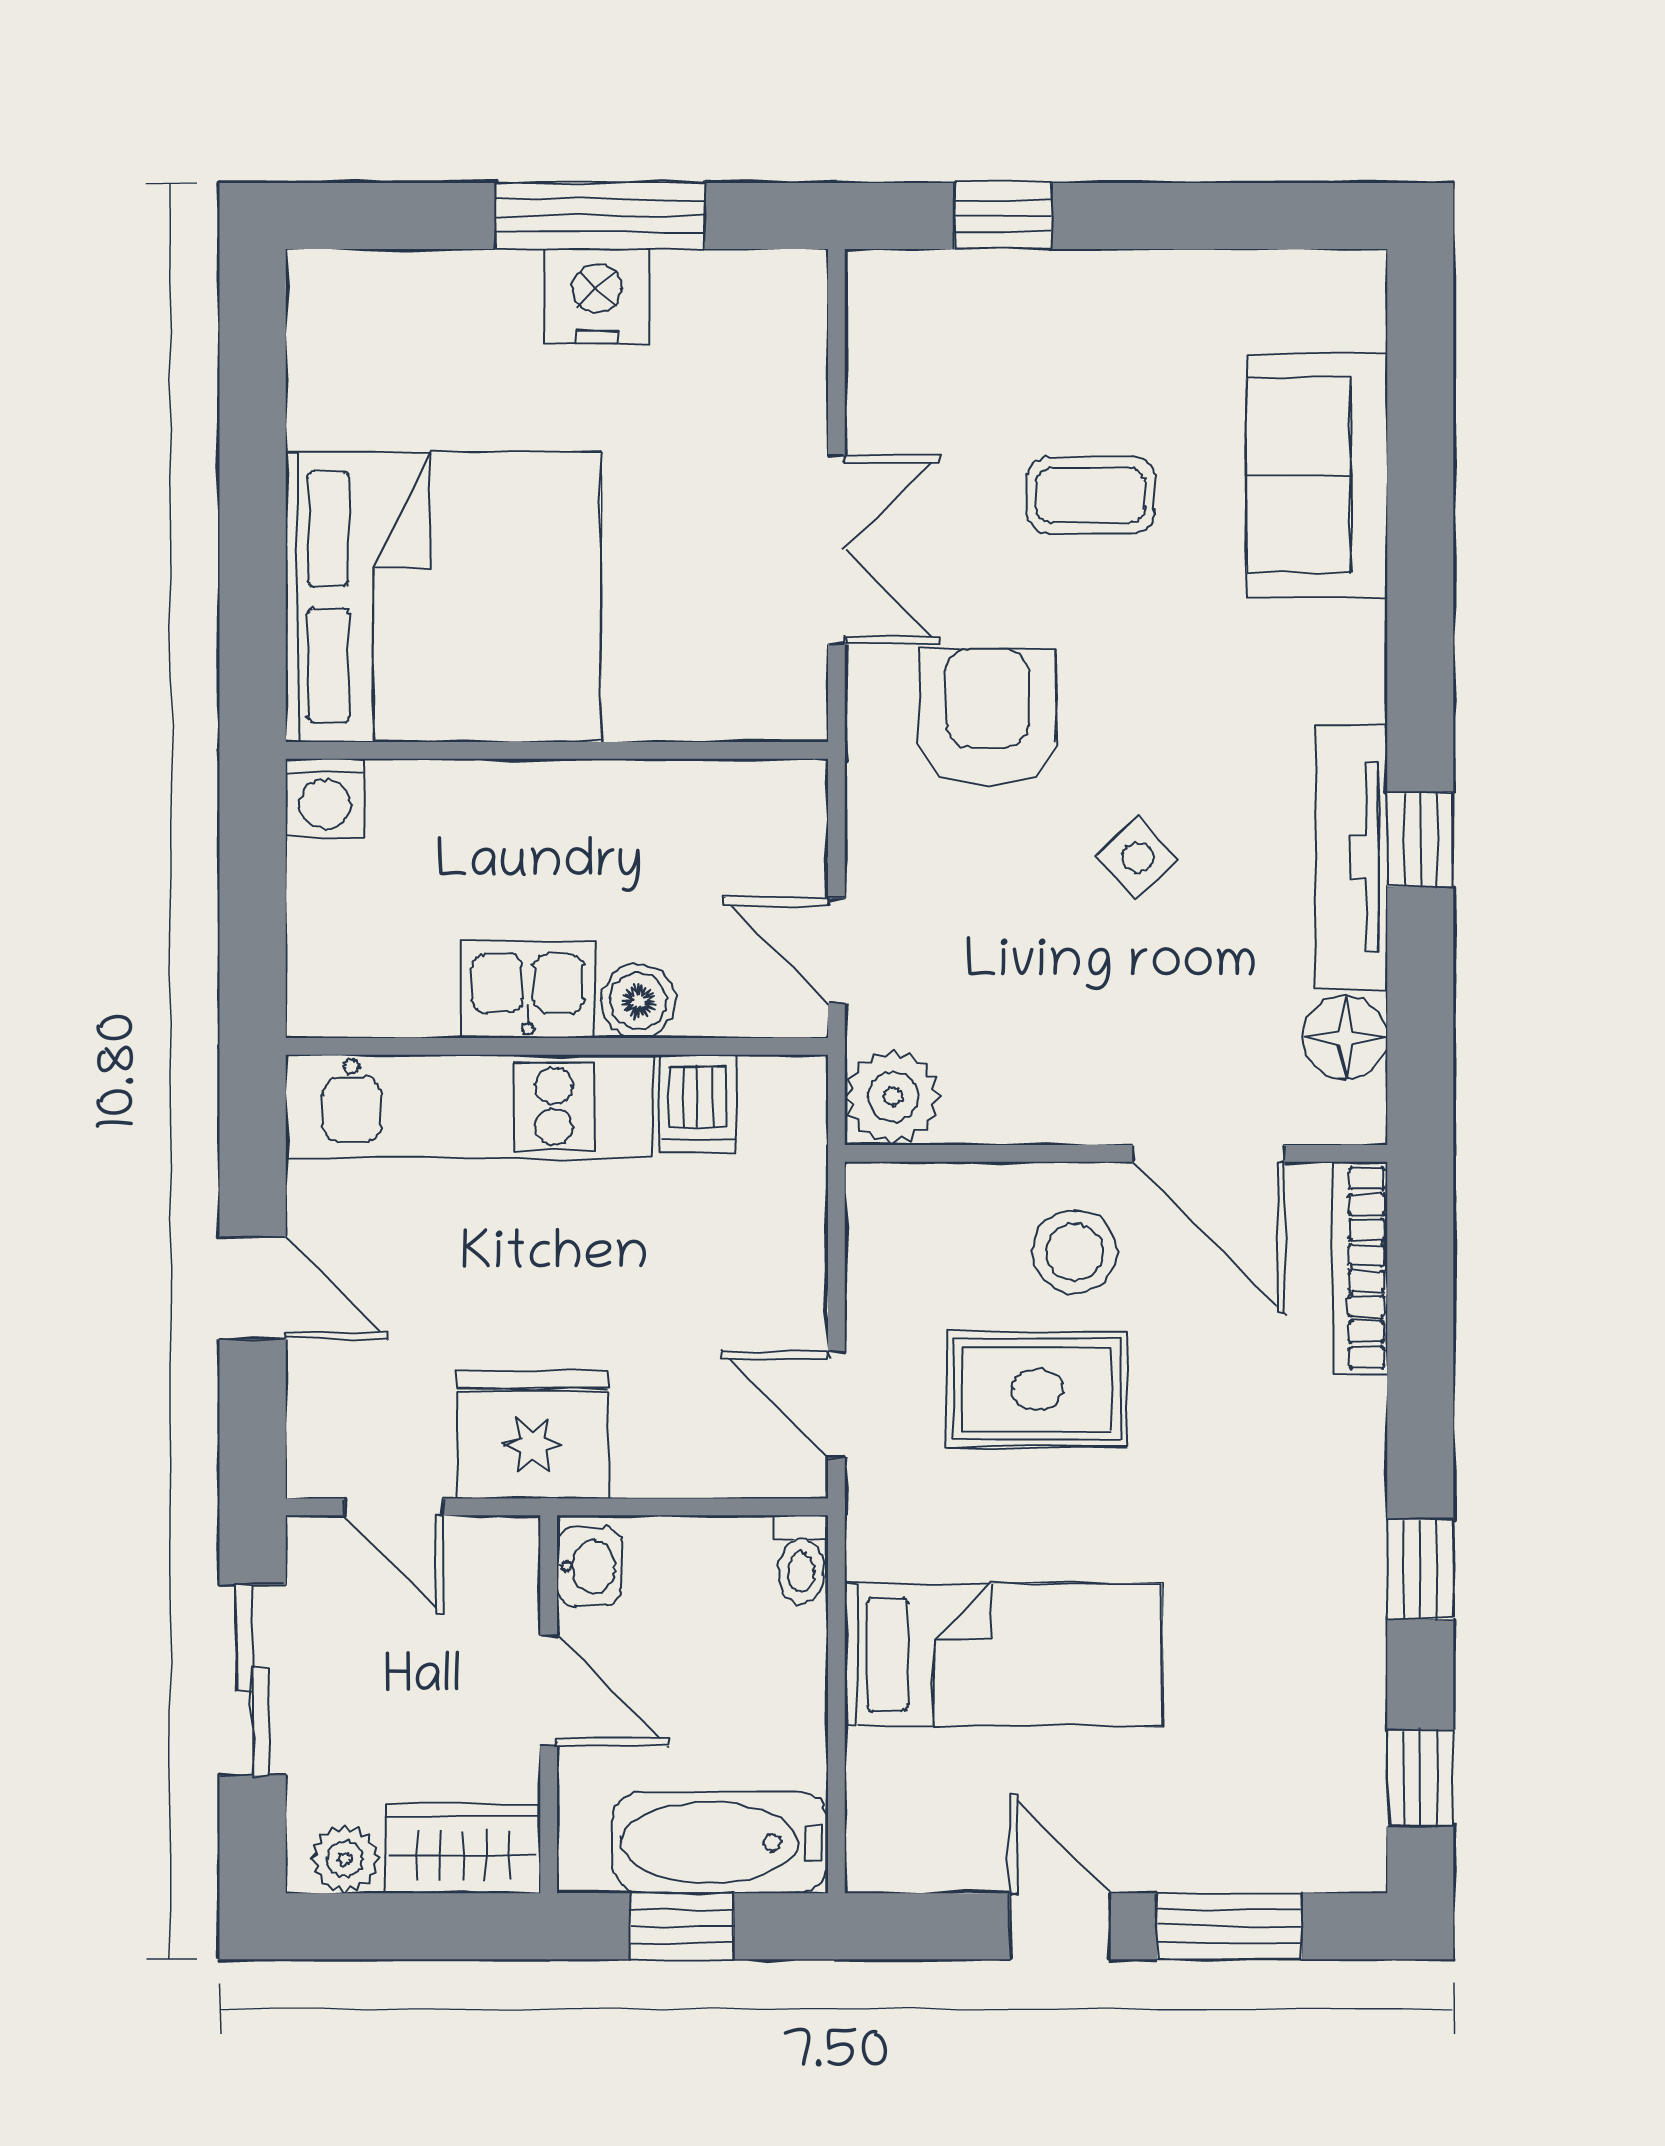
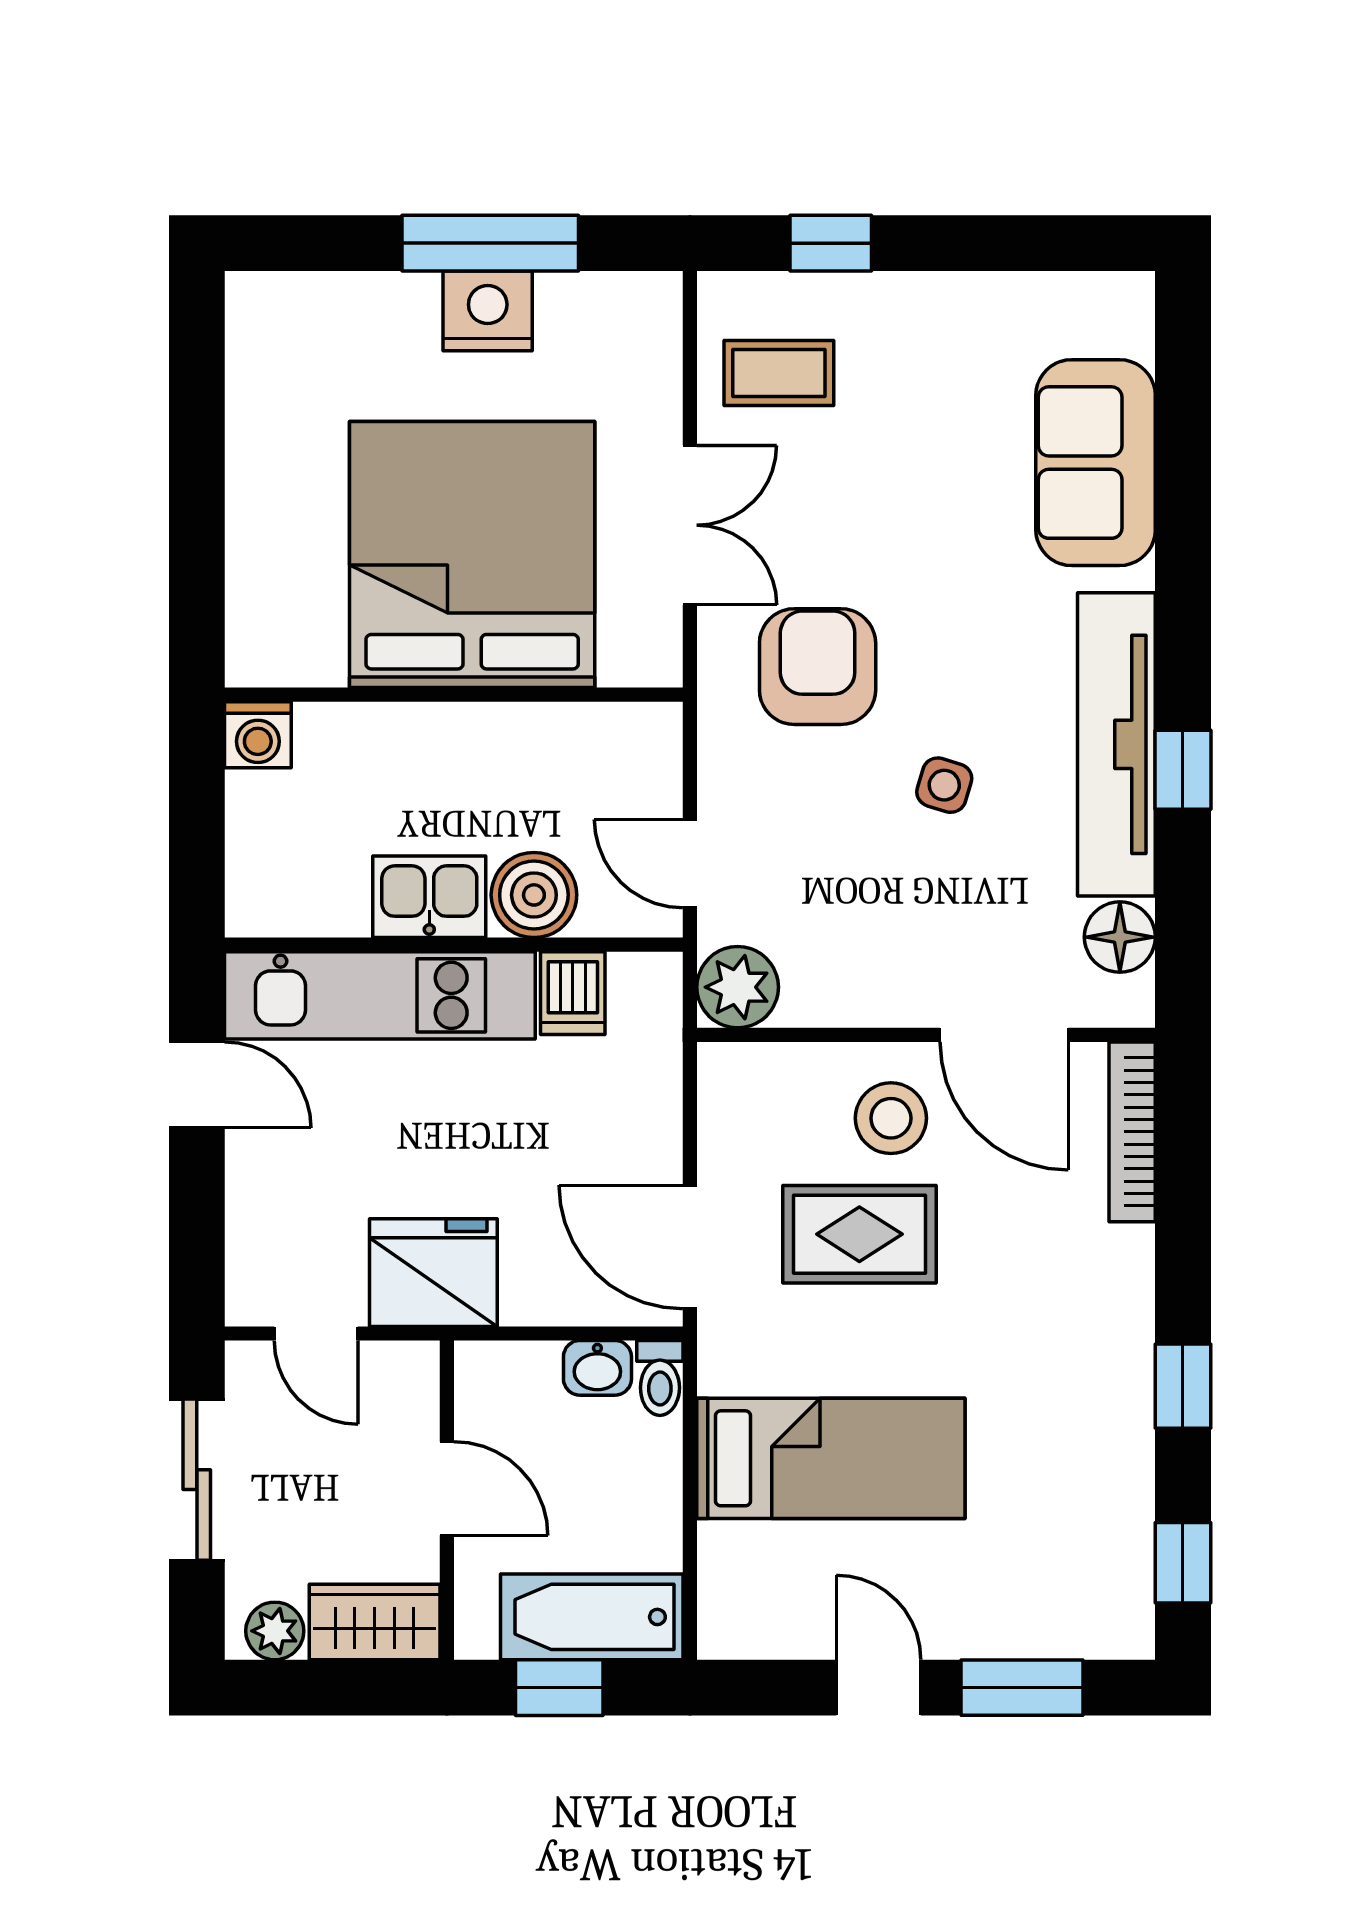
coffee table: (1091, 495) -> (779, 373), moved
bed: (443, 597) -> (472, 554), moved, turned -90
tv unit: (1352, 857) -> (1116, 744), width x1.36, depth x1.29
side table: (1138, 858) -> (944, 785), turned -31
boiler: (638, 1001) -> (534, 895), width x1.36, depth x1.36
door: (253, 1288) -> (197, 1085), moved
door: (836, 1405) -> (690, 1247), width x1.37
washbasin: (589, 1566) -> (597, 1368), moved, turned 90

